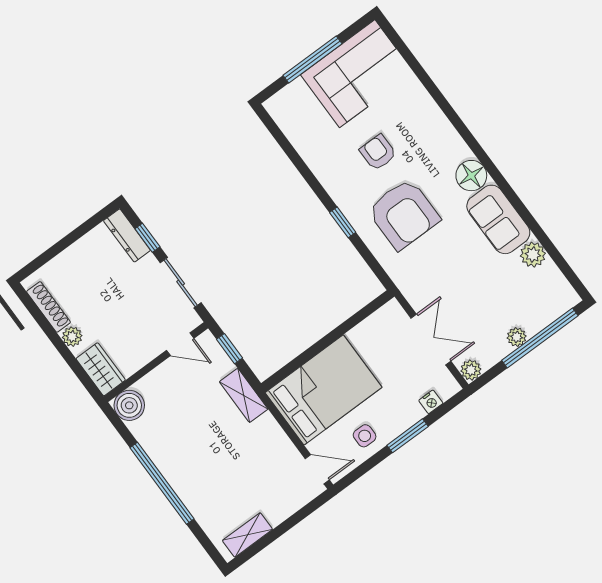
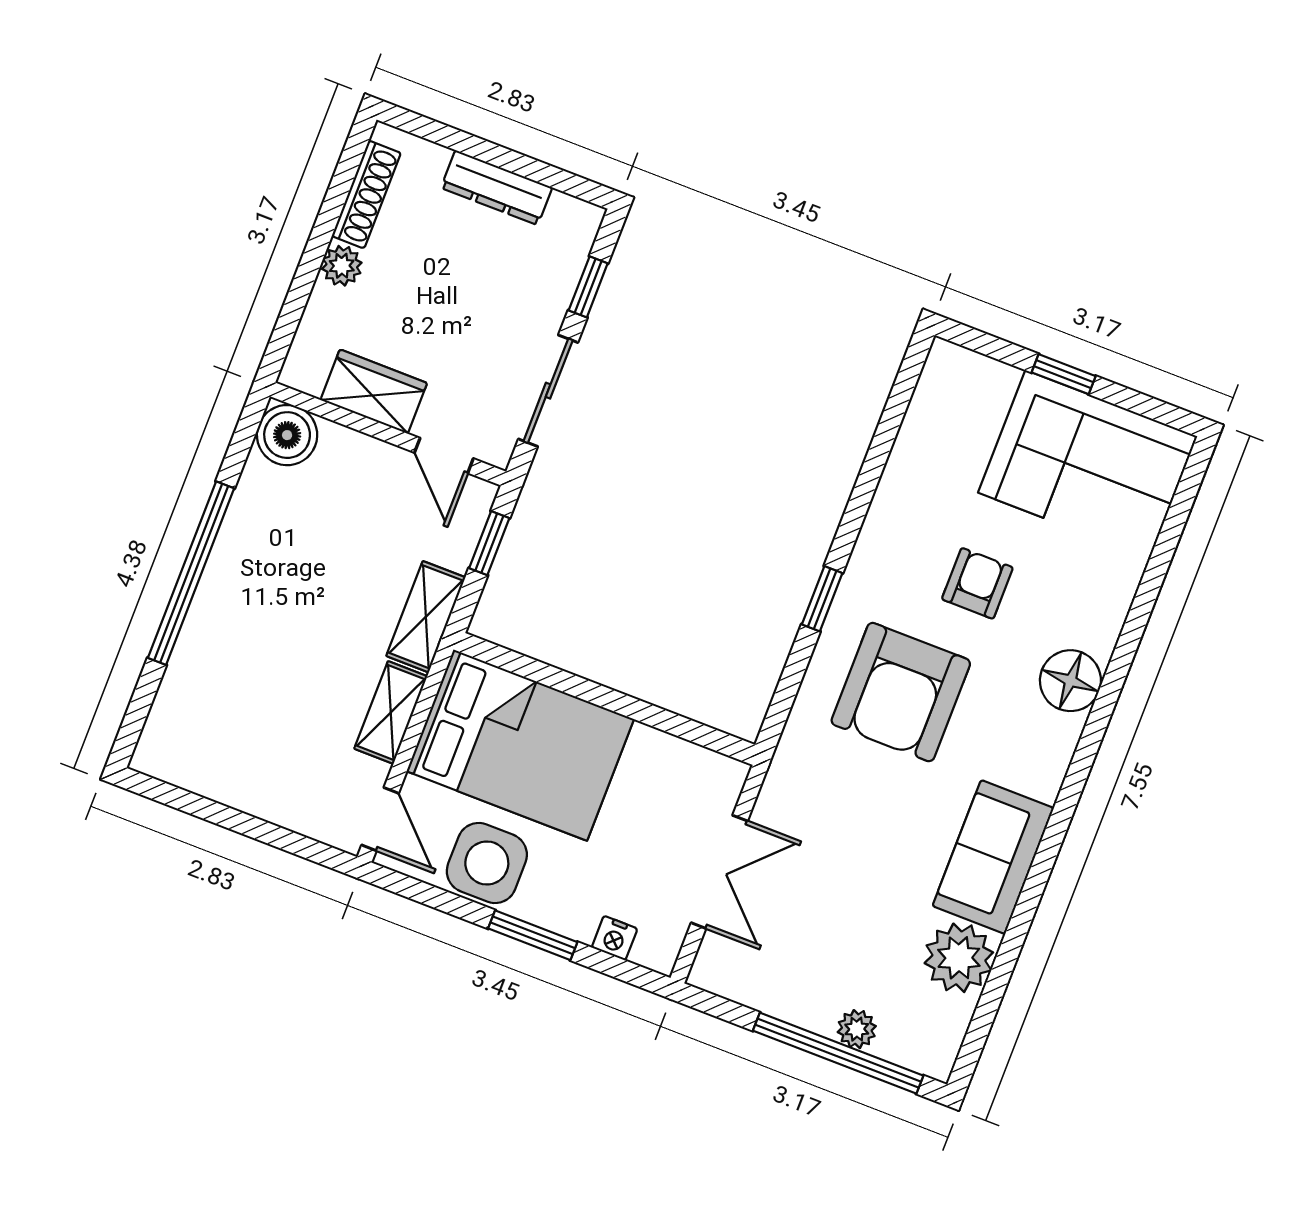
window: (312, 60) -> (1064, 374), width x0.46
floor lamp: (471, 176) -> (1070, 681), moved
dresser: (127, 235) -> (497, 188), moved, turned -90
plant: (533, 255) -> (959, 958), width x1.36, depth x1.36
plant: (517, 337) -> (857, 1029), moved
wardrobe: (101, 369) -> (374, 391), moved, turned -90
plant: (471, 370) -> (711, 971), removed
side table: (365, 436) -> (487, 863), width x1.87, depth x1.87
shelving: (247, 535) -> (391, 712), moved, turned 90

